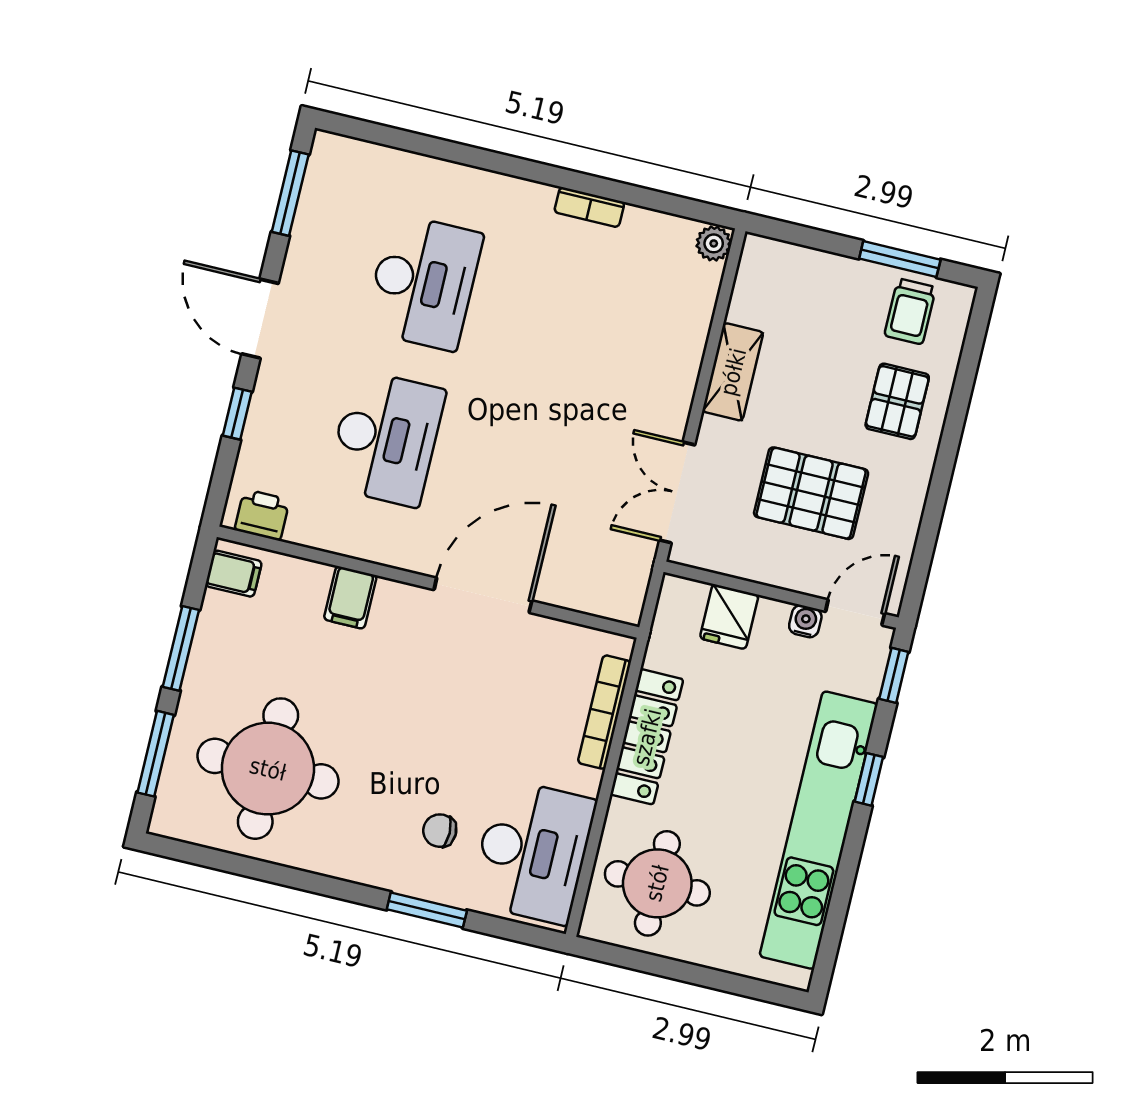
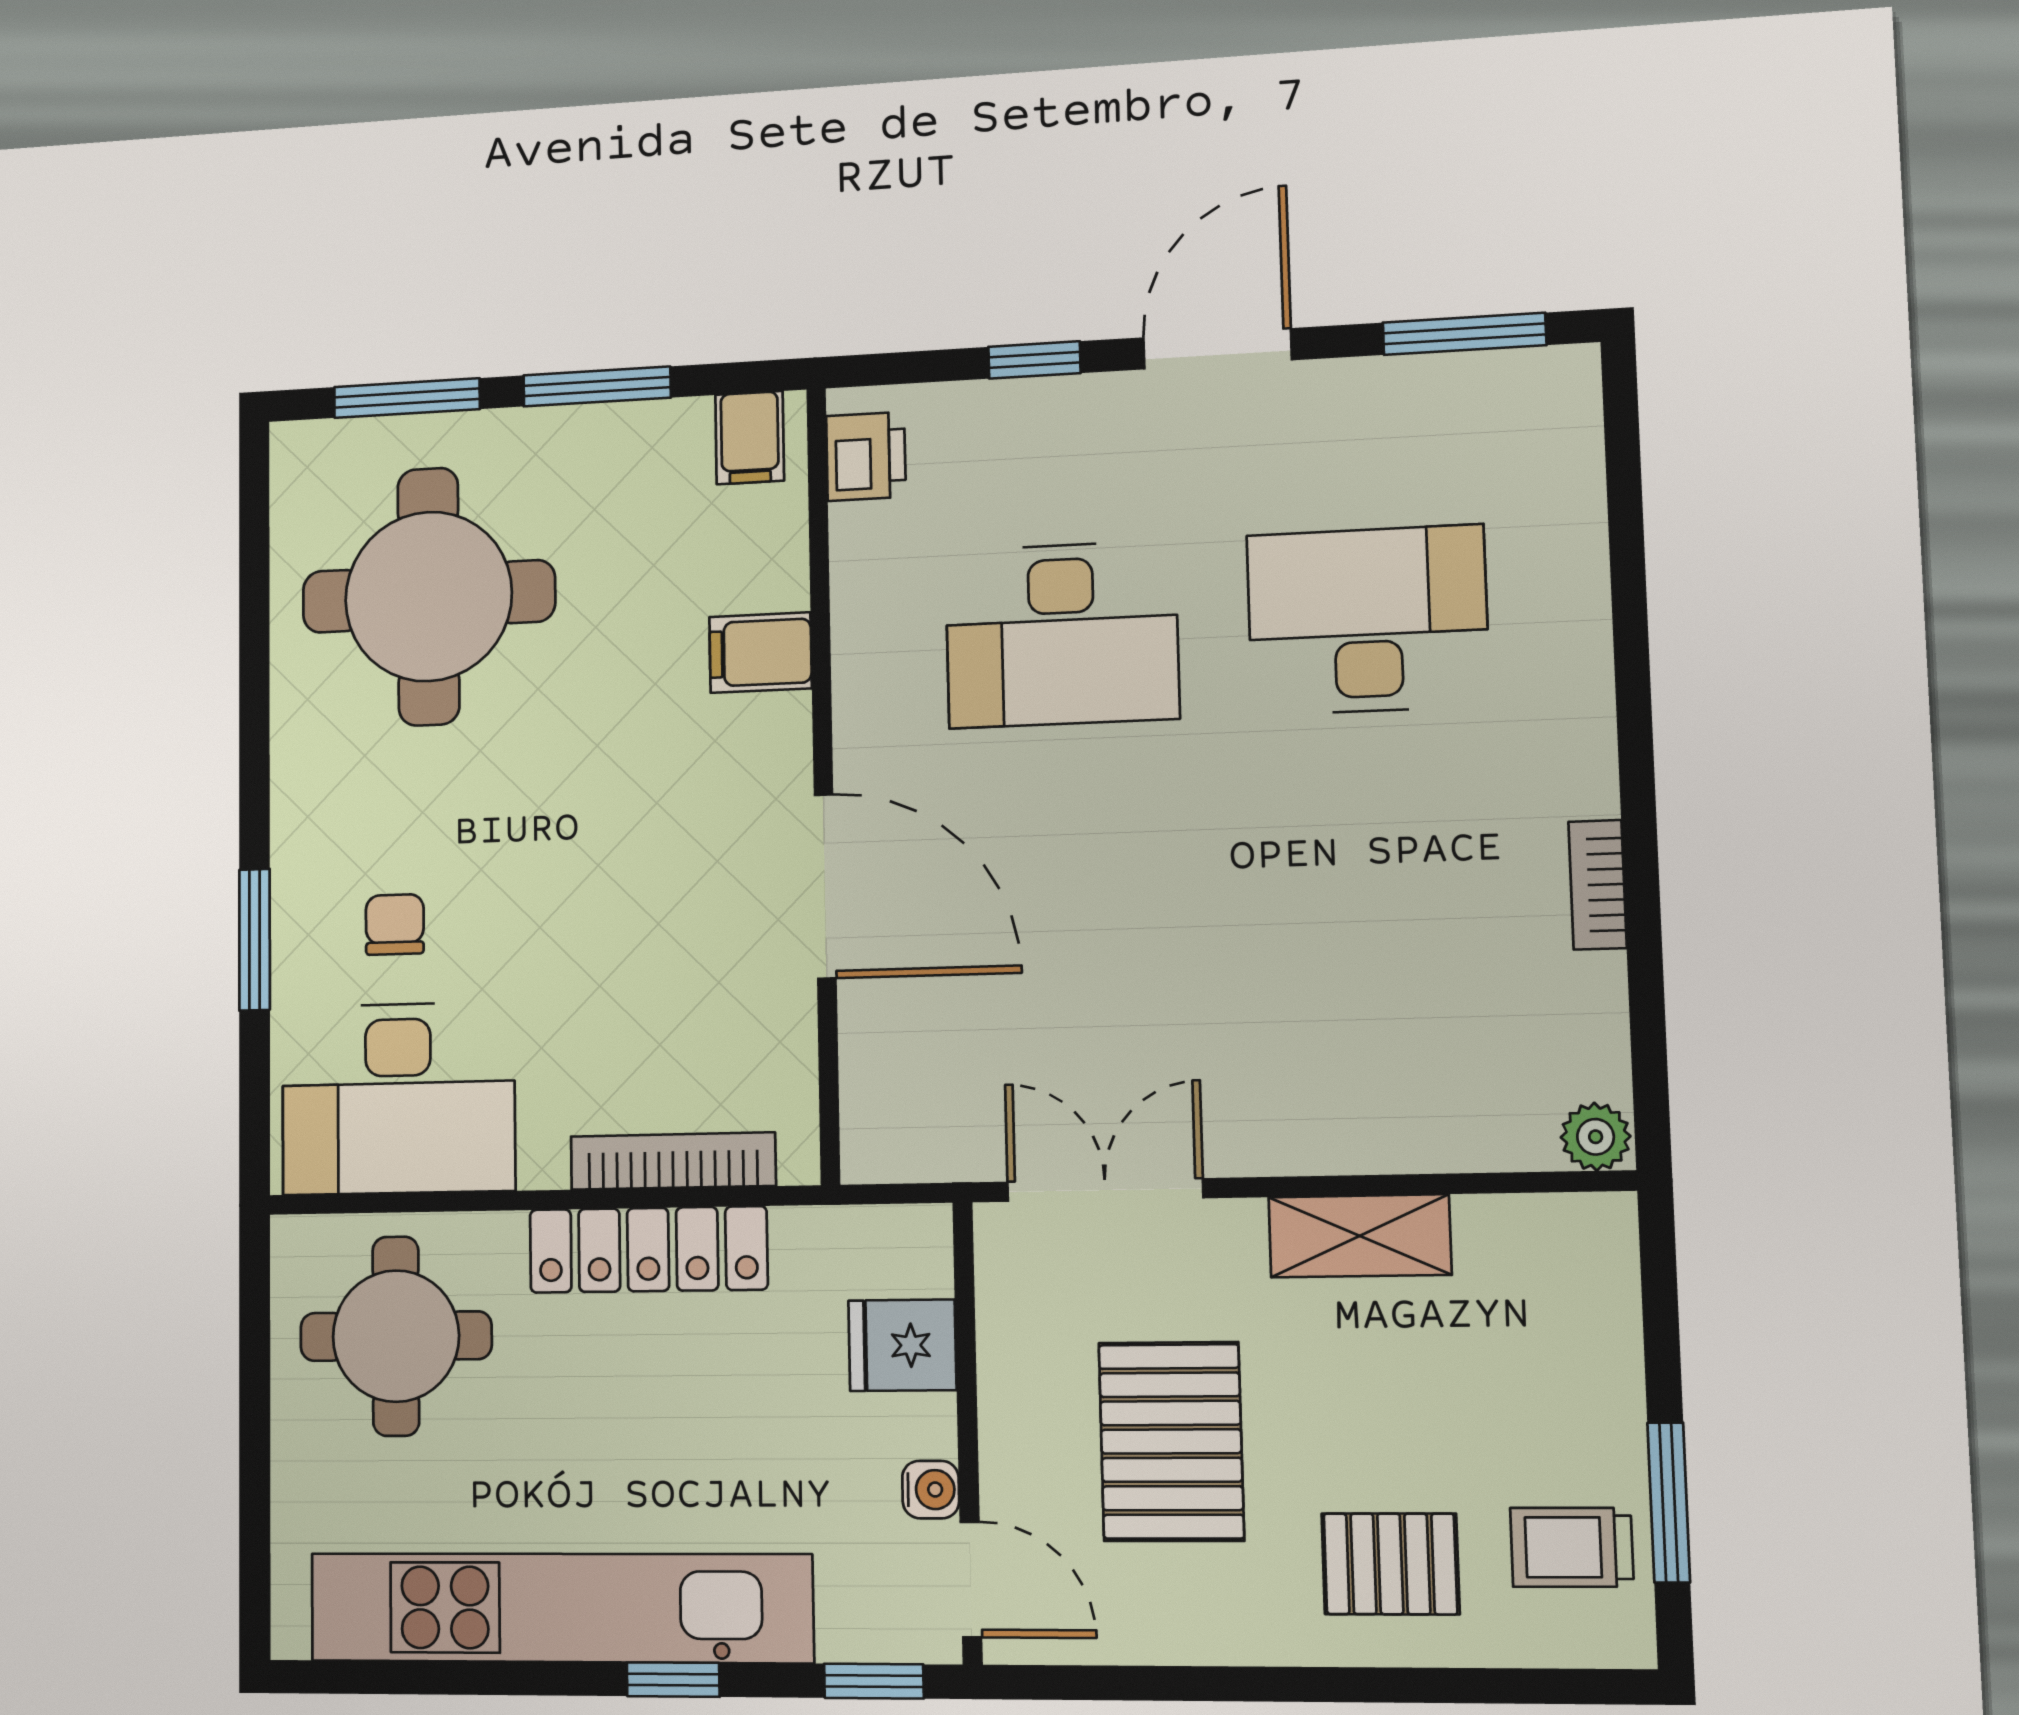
desk: (424, 282) -> (1368, 620), turned 180

